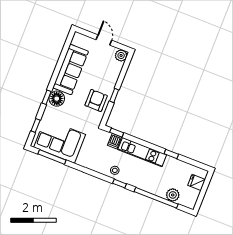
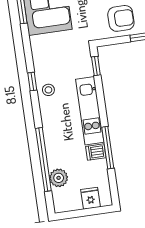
dishwasher: (115, 141) -> (96, 152), moved
window: (171, 154) -> (108, 148), width x2.17
window: (120, 184) -> (32, 82), moved

